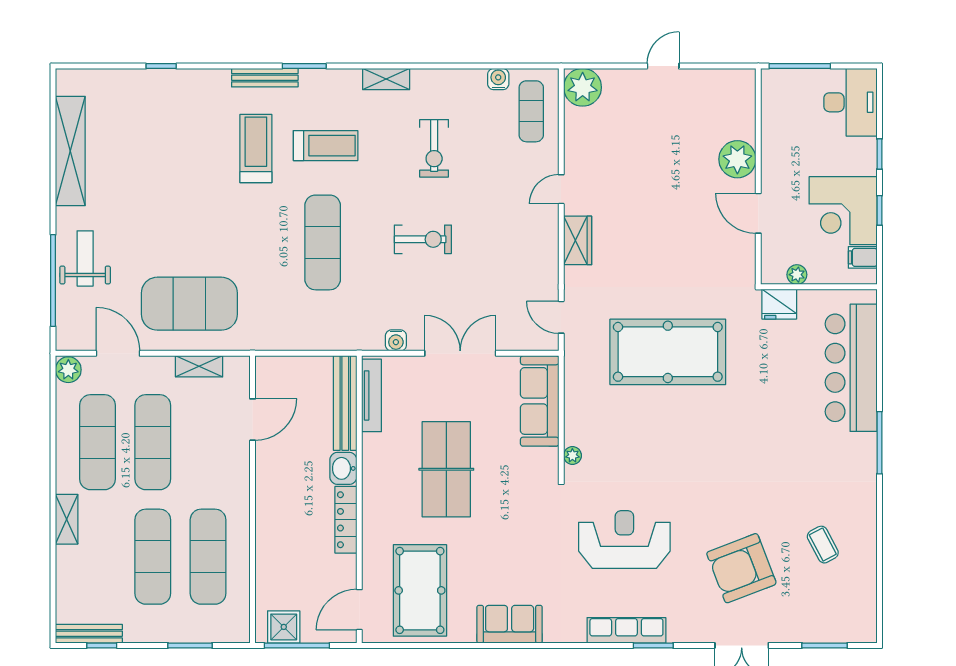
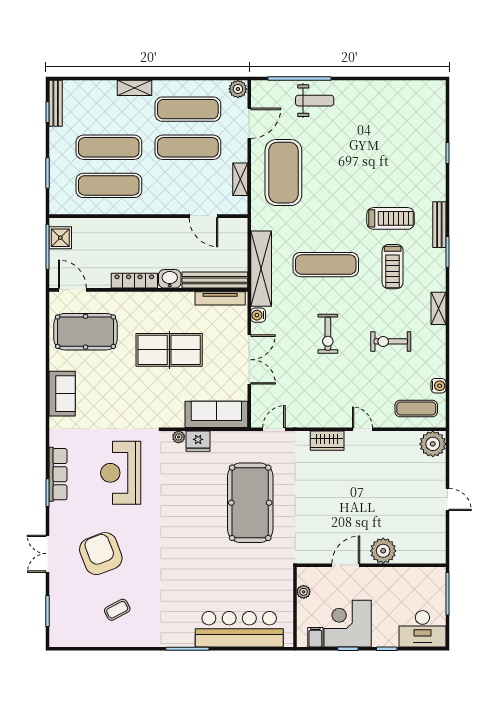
shelving: (70, 151) -> (261, 269), moved, turned 90
fridge: (779, 304) -> (198, 441), moved, turned -90
reception desk: (624, 540) -> (121, 473), turned 180

